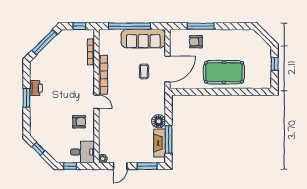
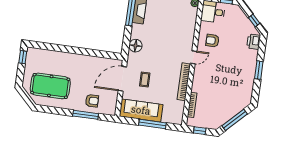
window: (129, 26) -> (152, 124), width x0.68
window: (275, 64) -> (23, 57), moved
pool table: (224, 72) -> (50, 86), moved
printer: (36, 88) -> (254, 42), moved
door: (96, 102) -> (193, 57), swing flipped
floor lamp: (159, 121) -> (135, 46), moved

